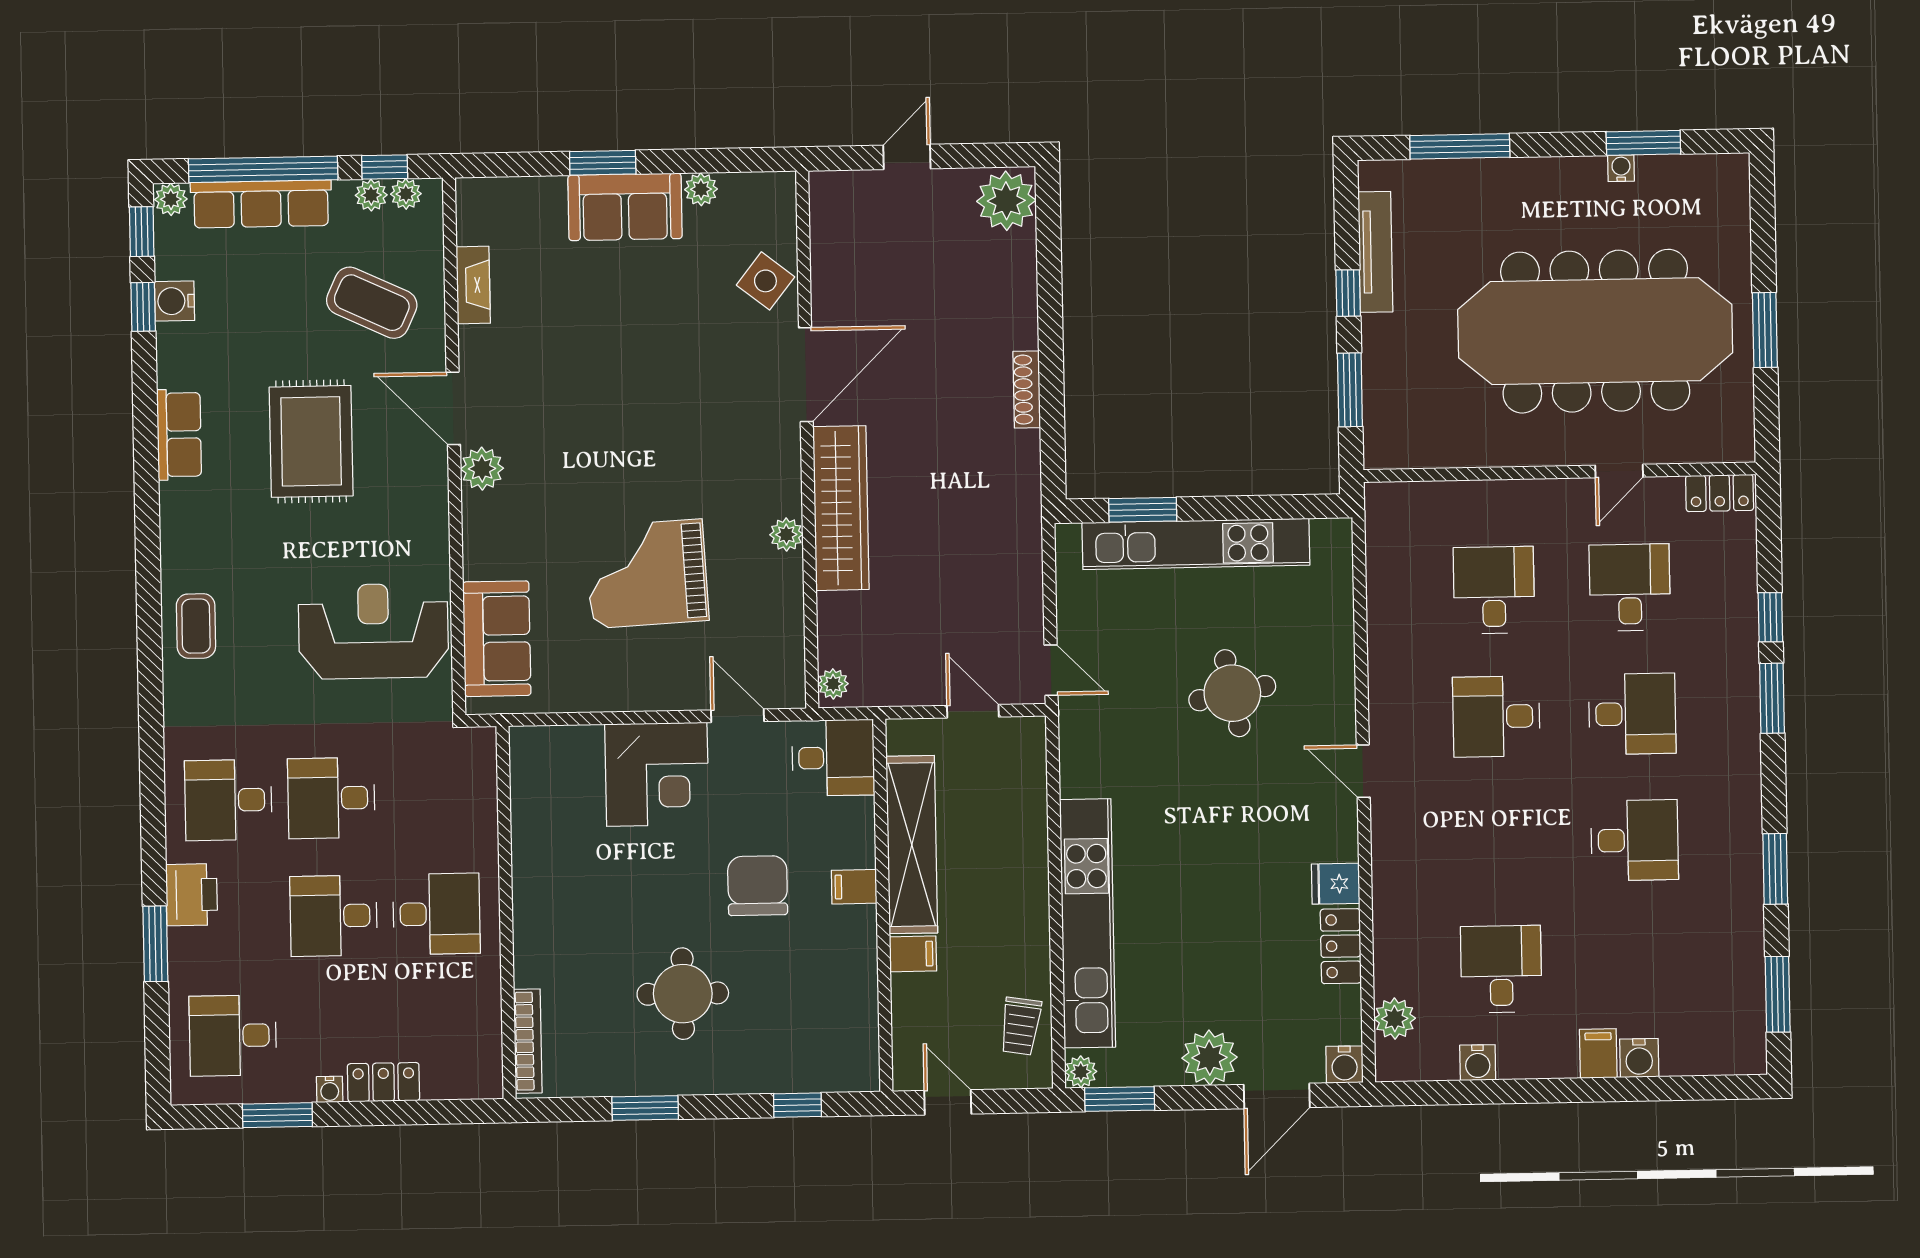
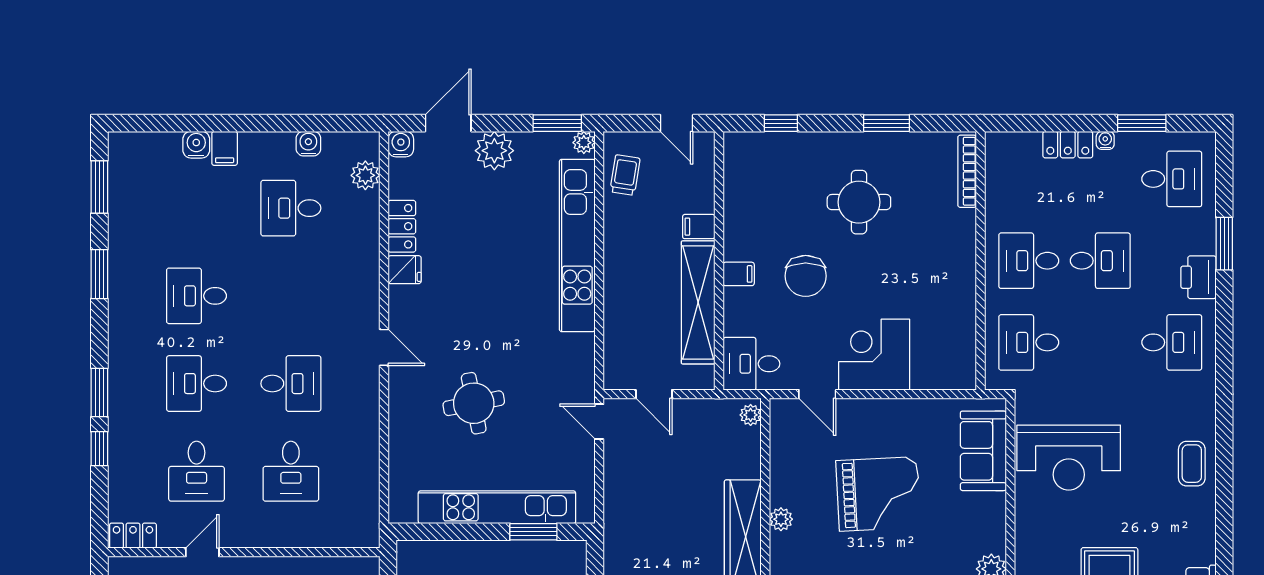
desk: (331, 798) -> (1029, 342), moved, turned 180
desk: (1501, 969) -> (291, 208), turned 90

